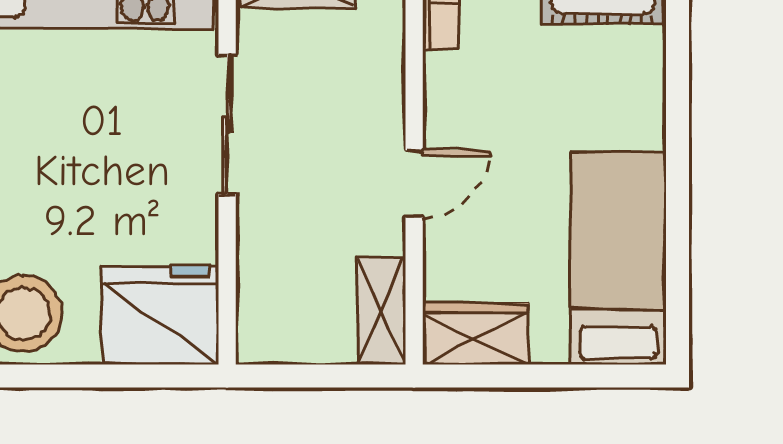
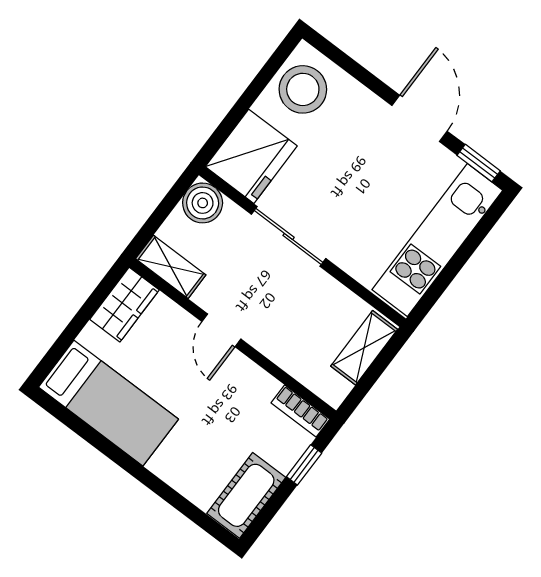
sliding door: (227, 124) -> (289, 236), moved
boiler: (268, 332) -> (203, 203), added

